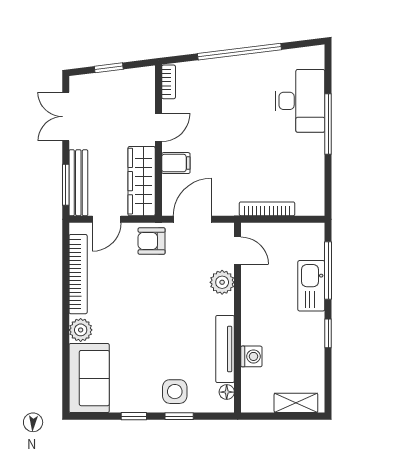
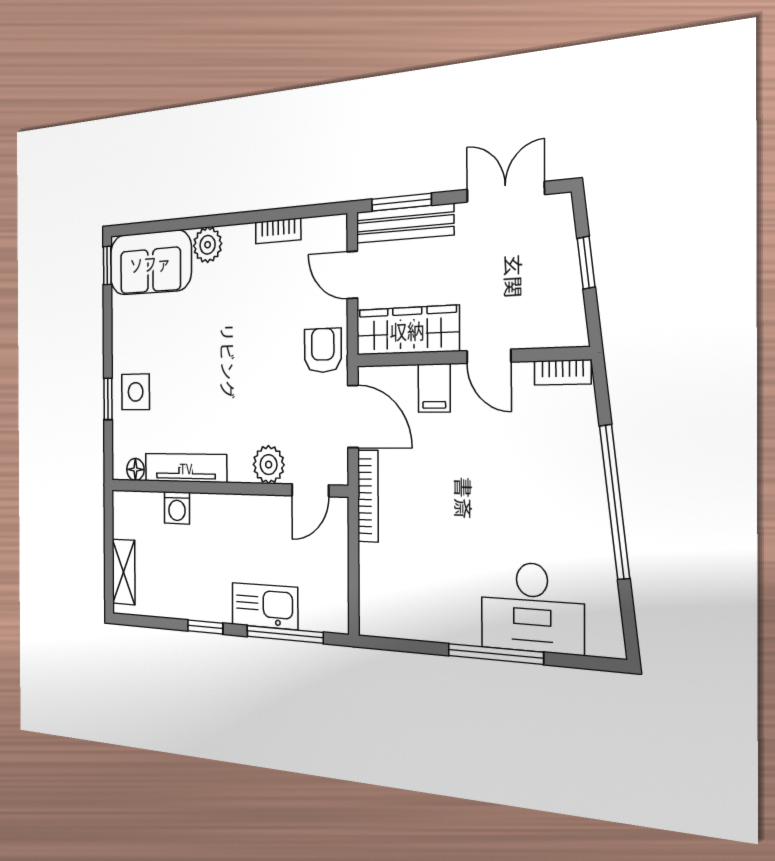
bookcase: (267, 209) -> (368, 496), moved
bookcase: (78, 274) -> (278, 231), width x0.43, depth x0.76
window: (134, 416) -> (107, 265), moved

